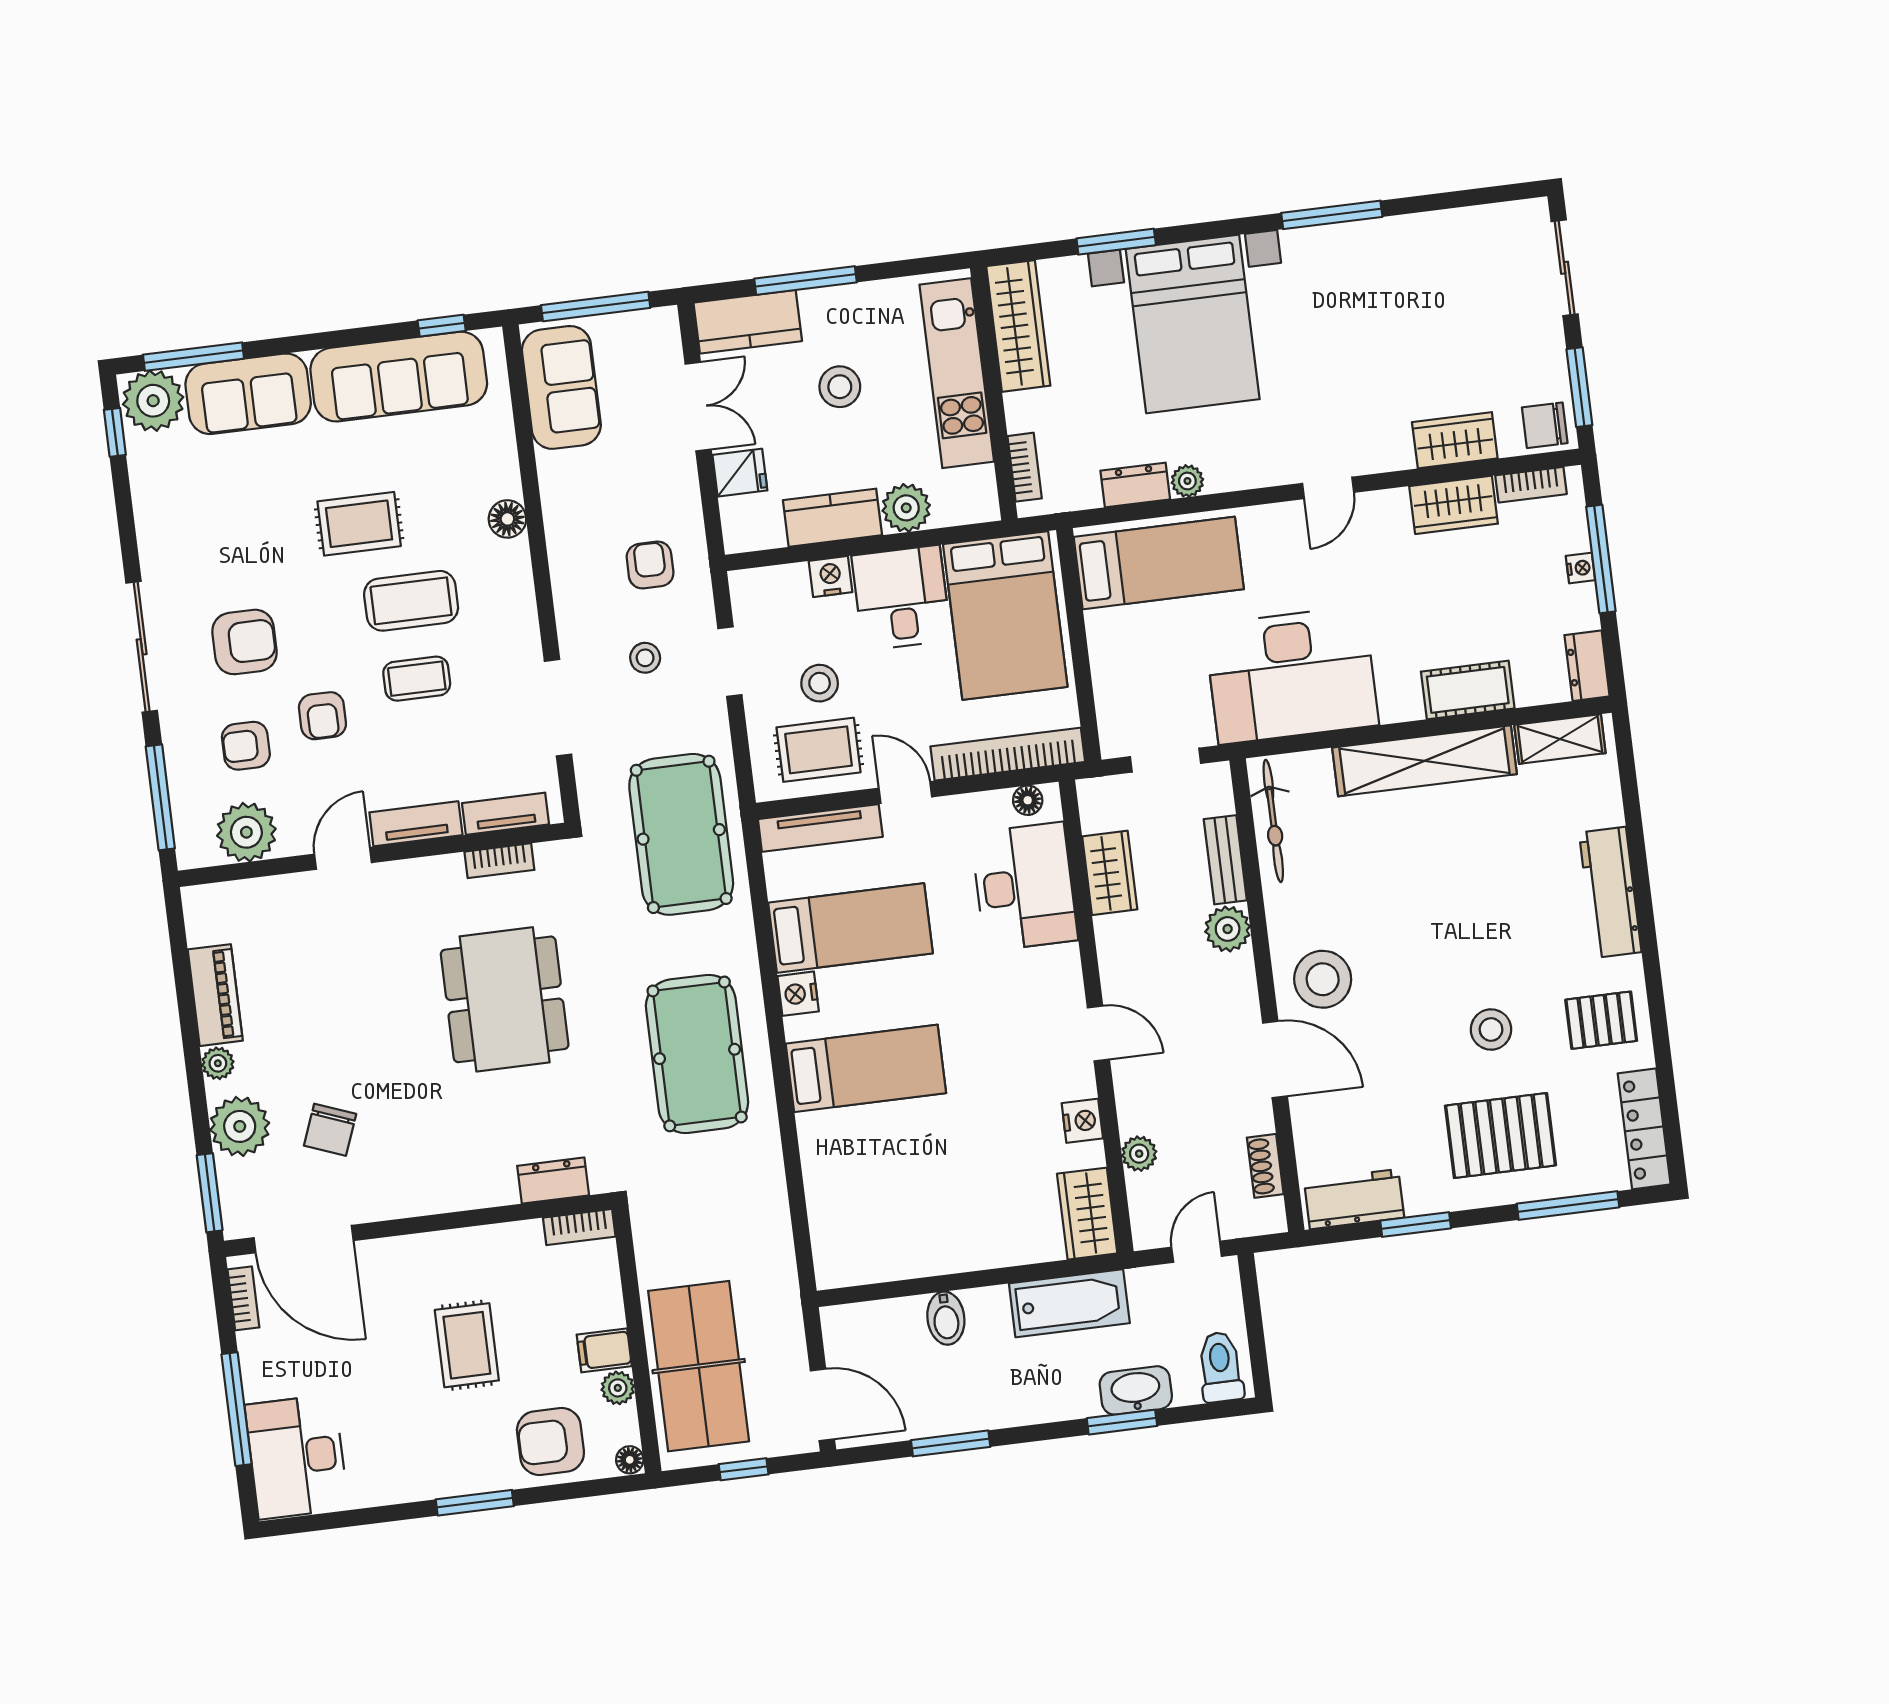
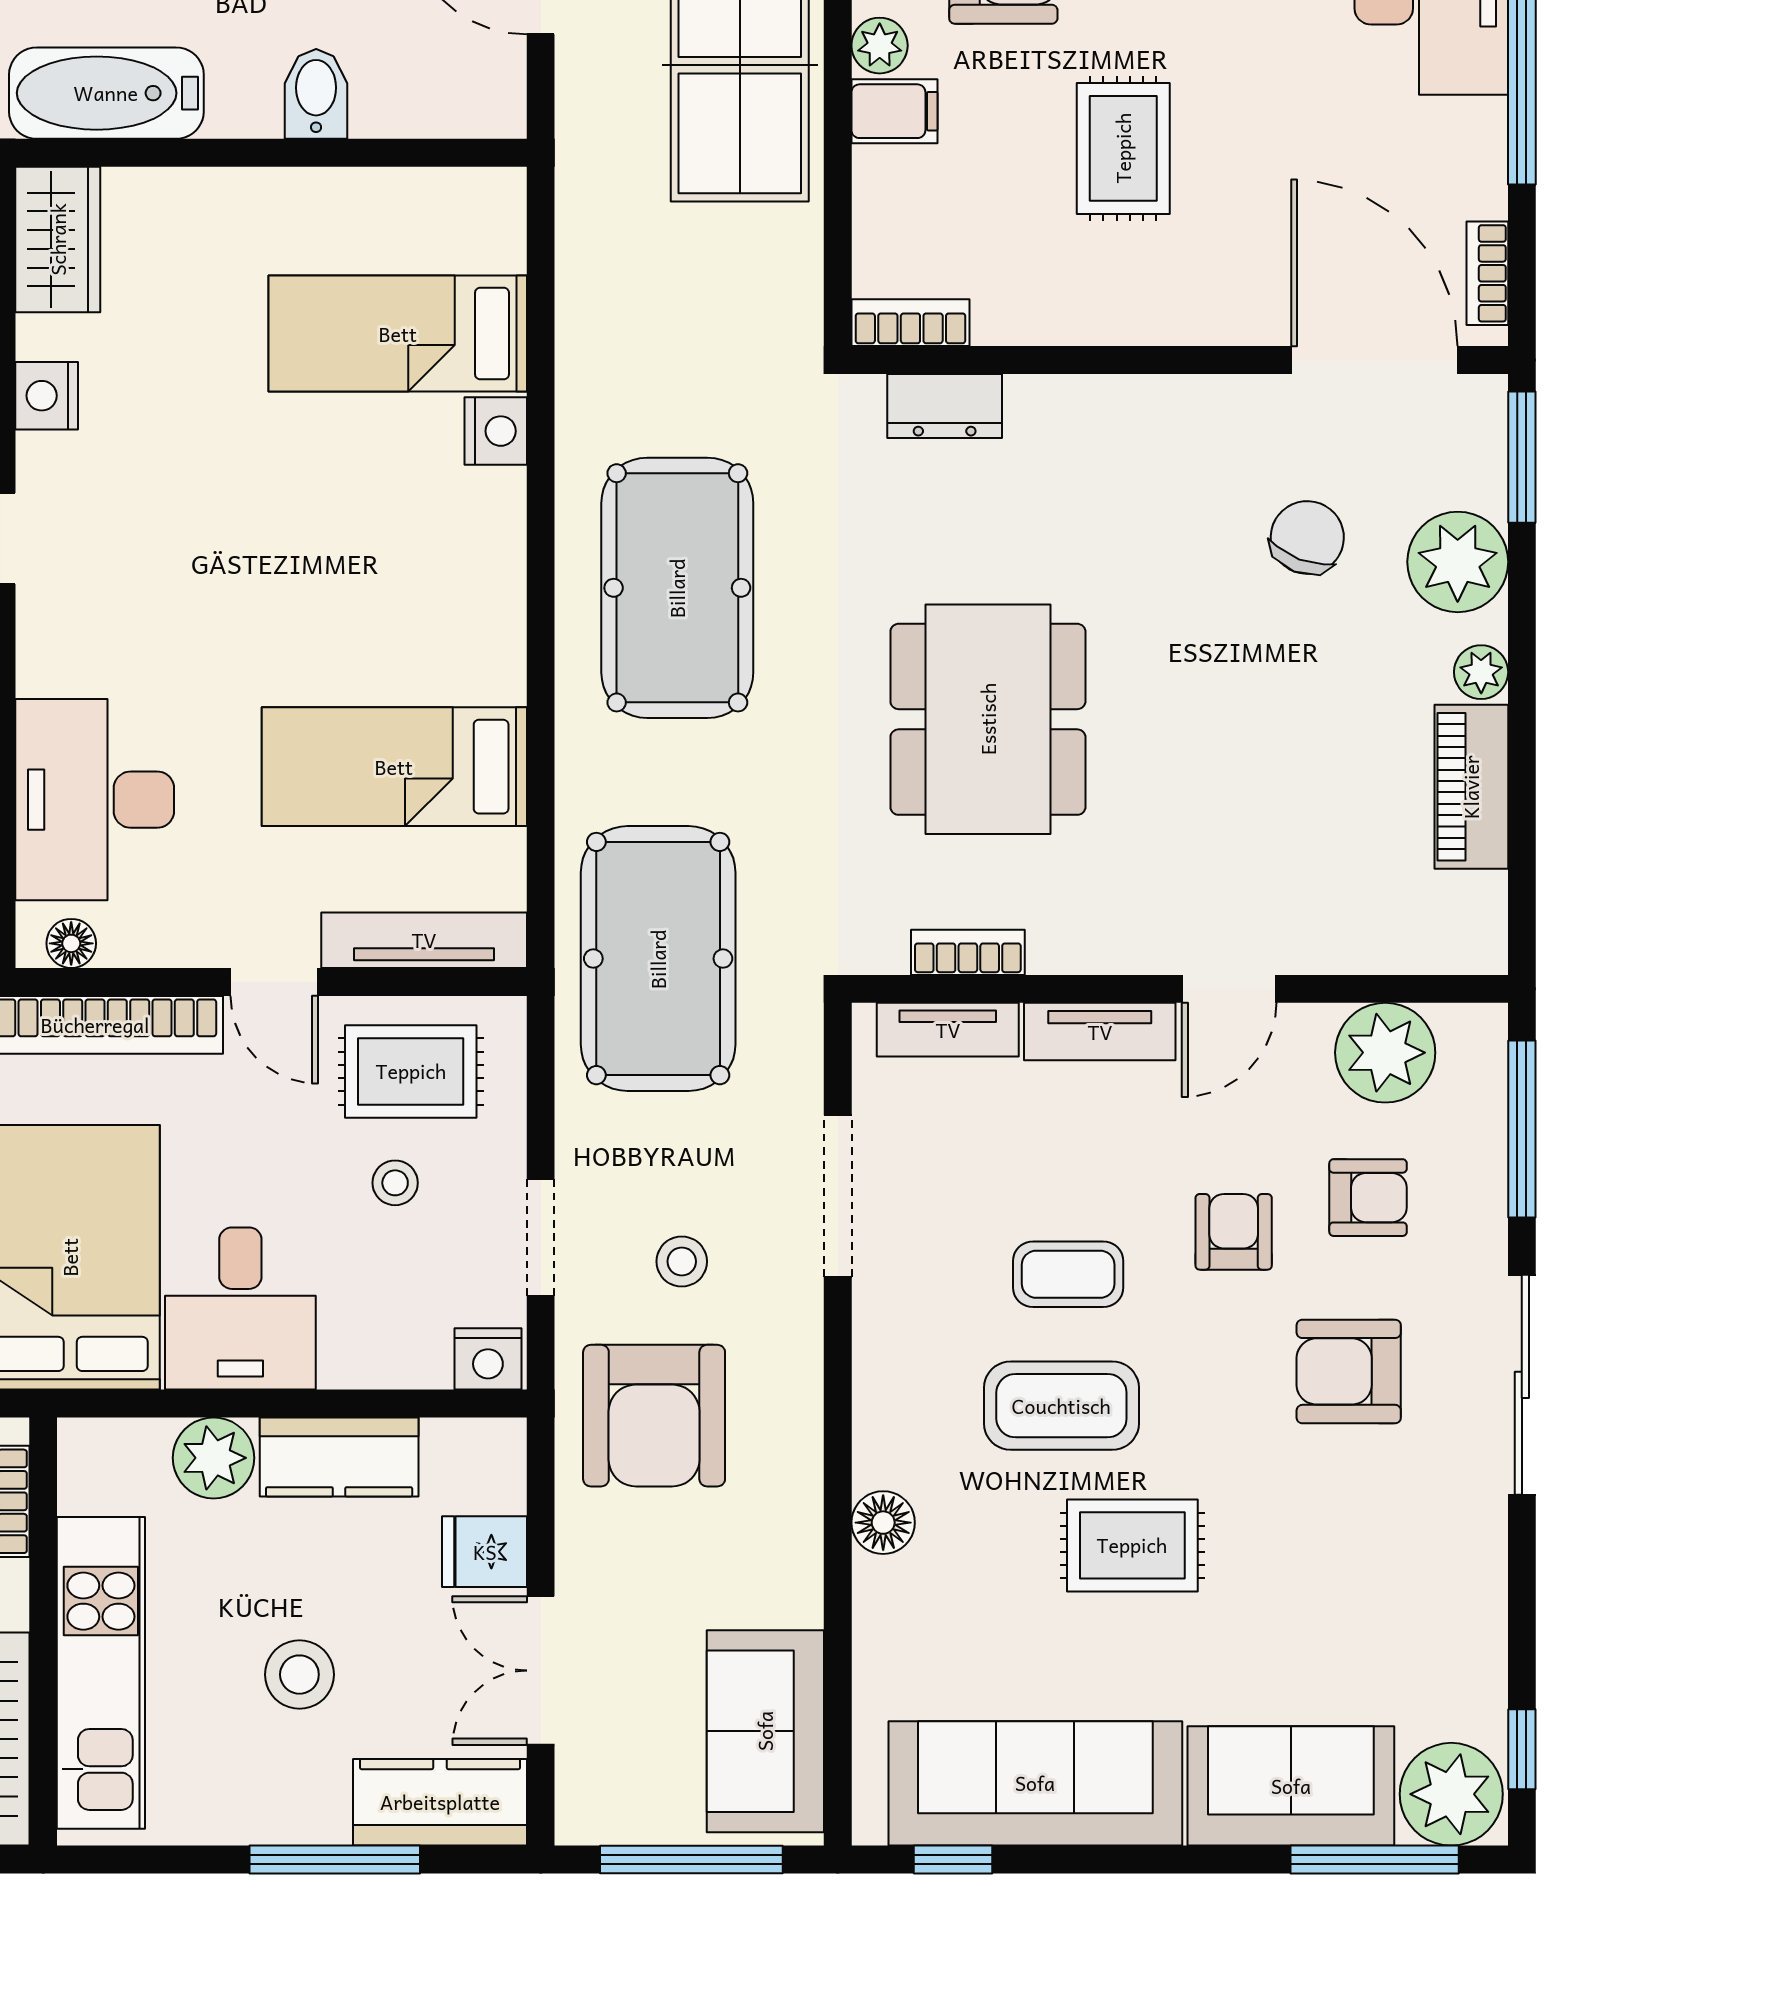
armchair: (650, 565) -> (654, 1416), width x1.88, depth x1.88
nightstand: (830, 576) -> (488, 1359), moved
stool: (820, 683) -> (395, 1183), width x0.73, depth x0.73
nightstand: (798, 994) -> (496, 431), moved
bed: (866, 1068) -> (398, 334), moved

